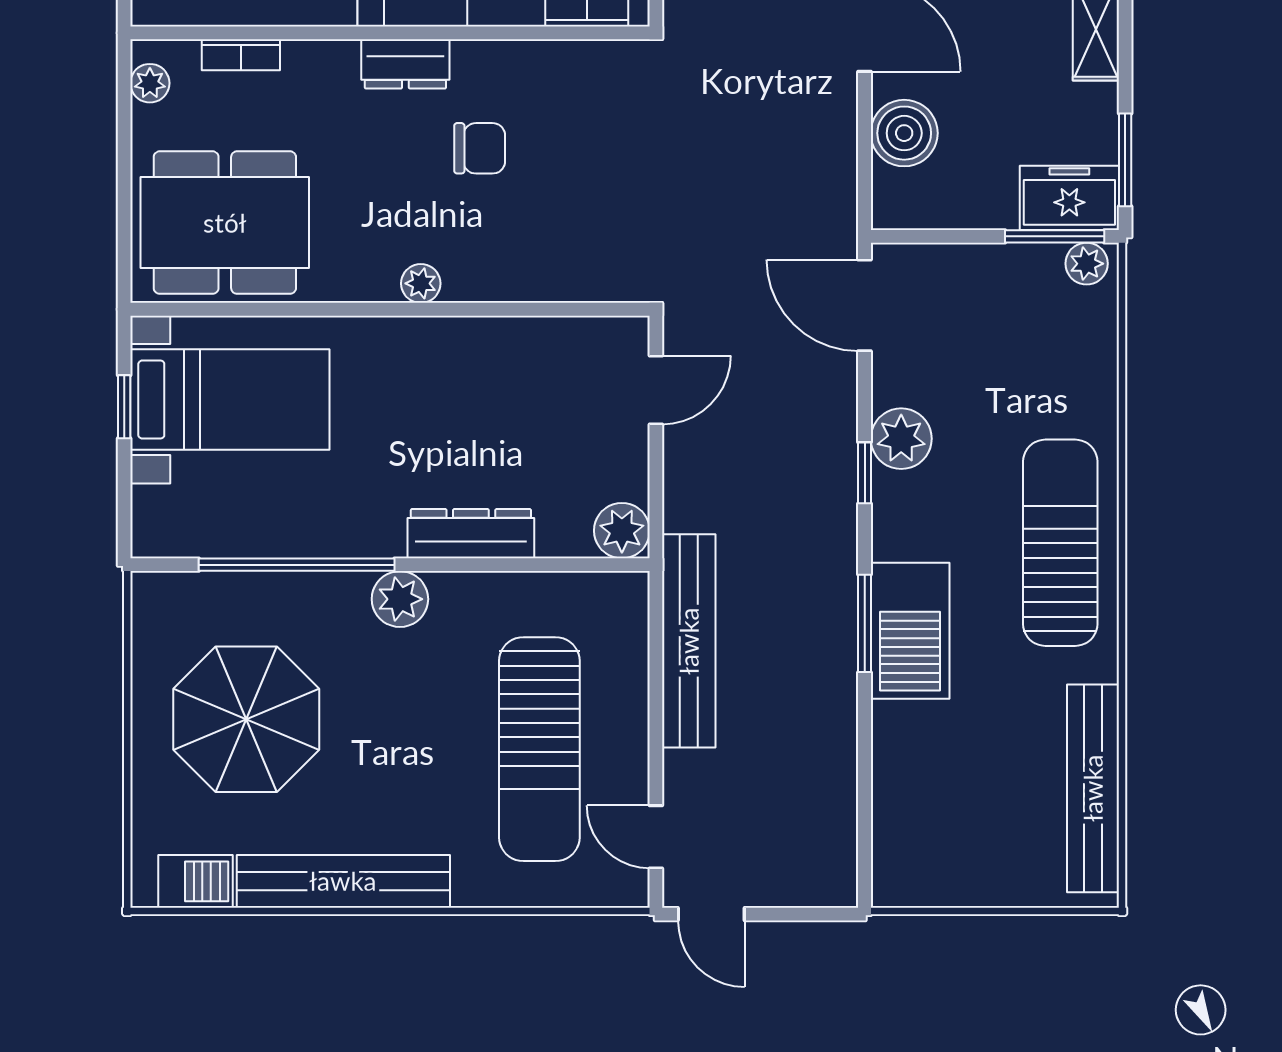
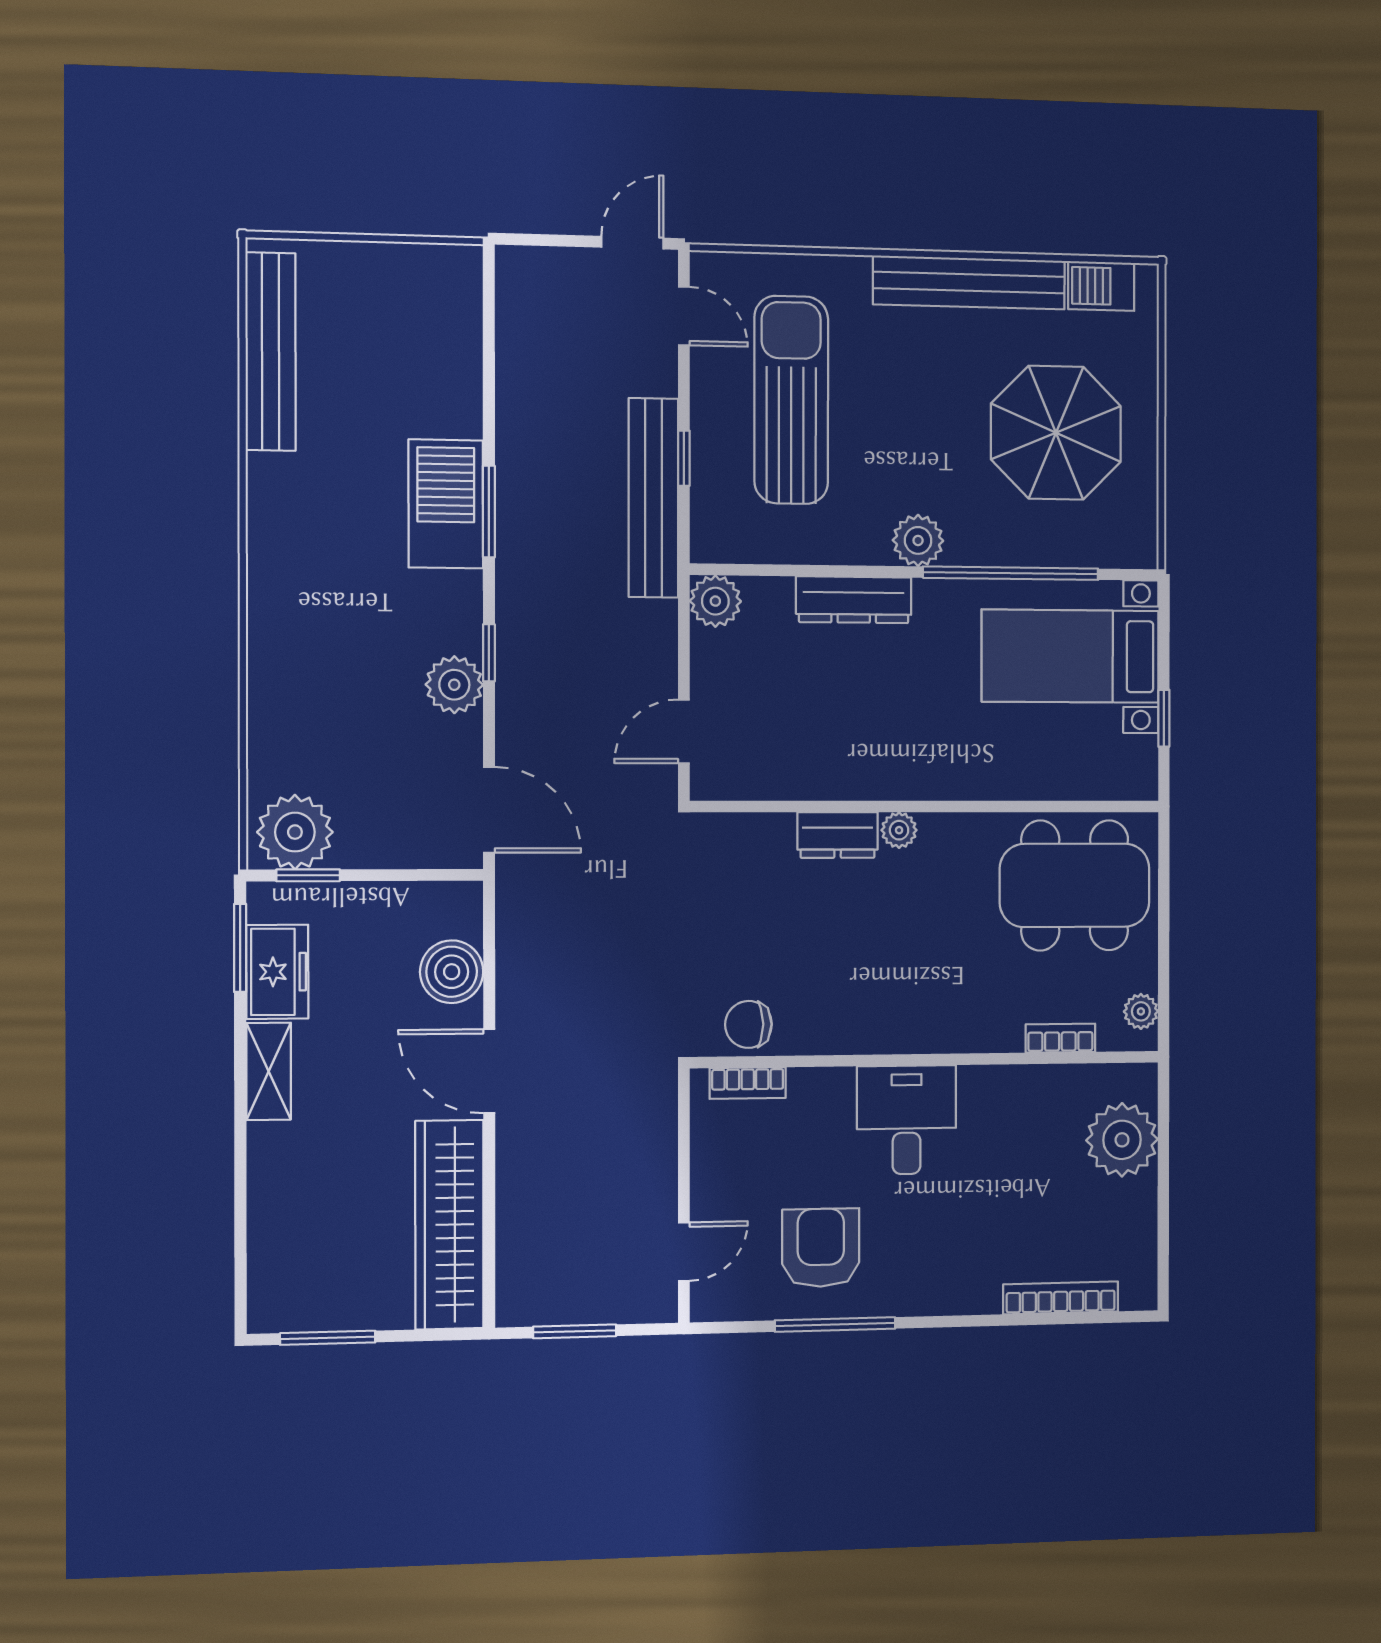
dresser: (405, 64) -> (838, 835), moved, turned 180
chair: (480, 148) -> (748, 1024), moved
freezer: (1069, 198) -> (277, 972), moved, turned -90
window: (1055, 236) -> (308, 875), width x0.67
plant: (1087, 264) -> (295, 832), width x1.88, depth x1.88
bed with nightstands: (230, 400) -> (1070, 656), moved
sun lounger: (1060, 543) -> (302, 585), removed
window: (656, 684) -> (684, 458), added
door: (711, 914) -> (632, 243), hinge flipped

